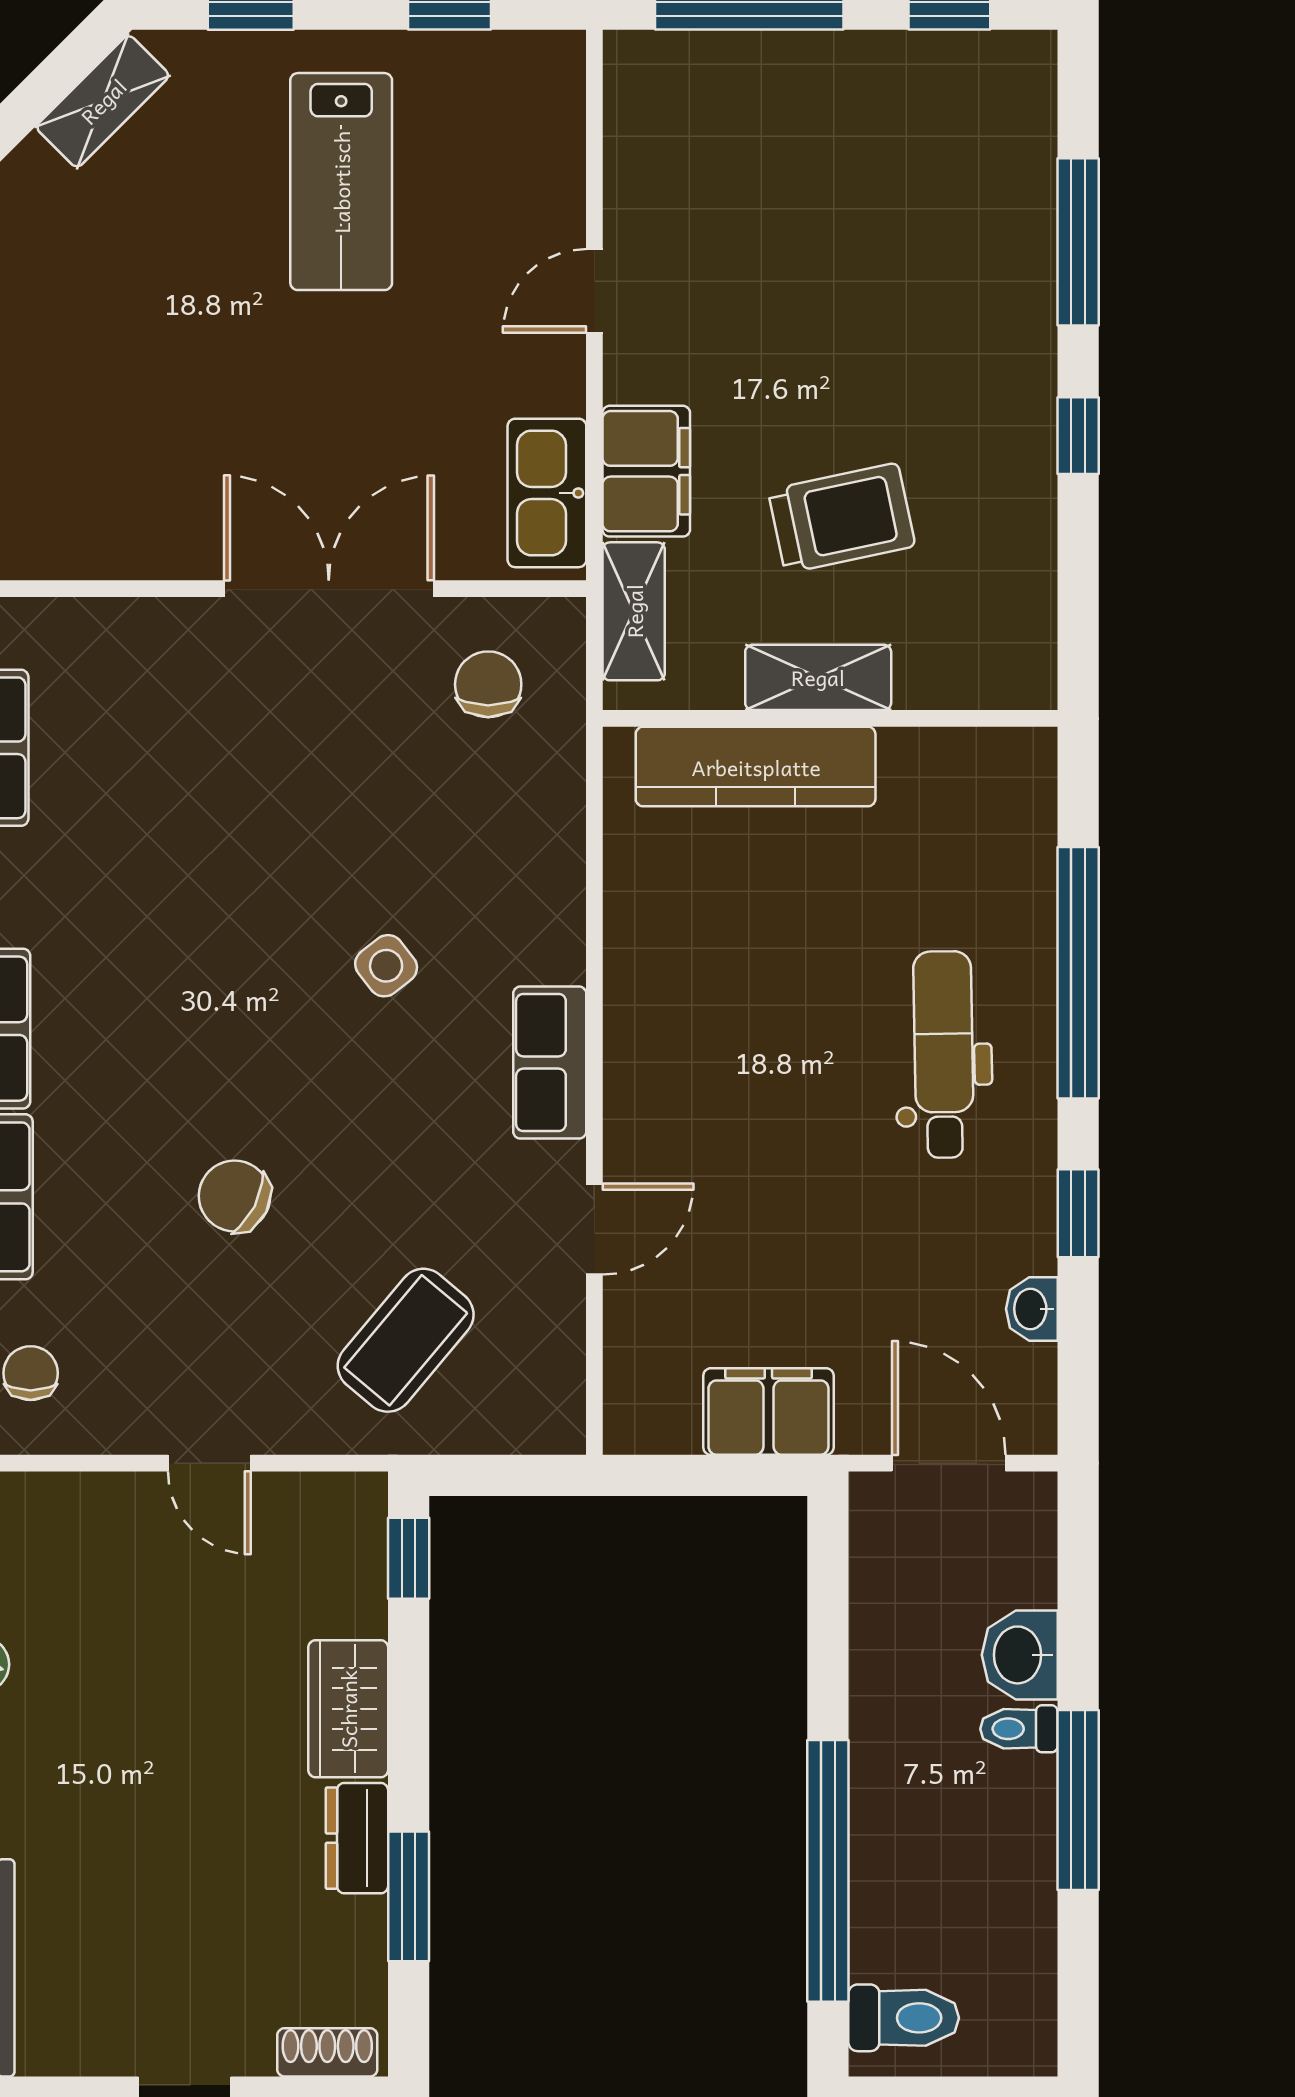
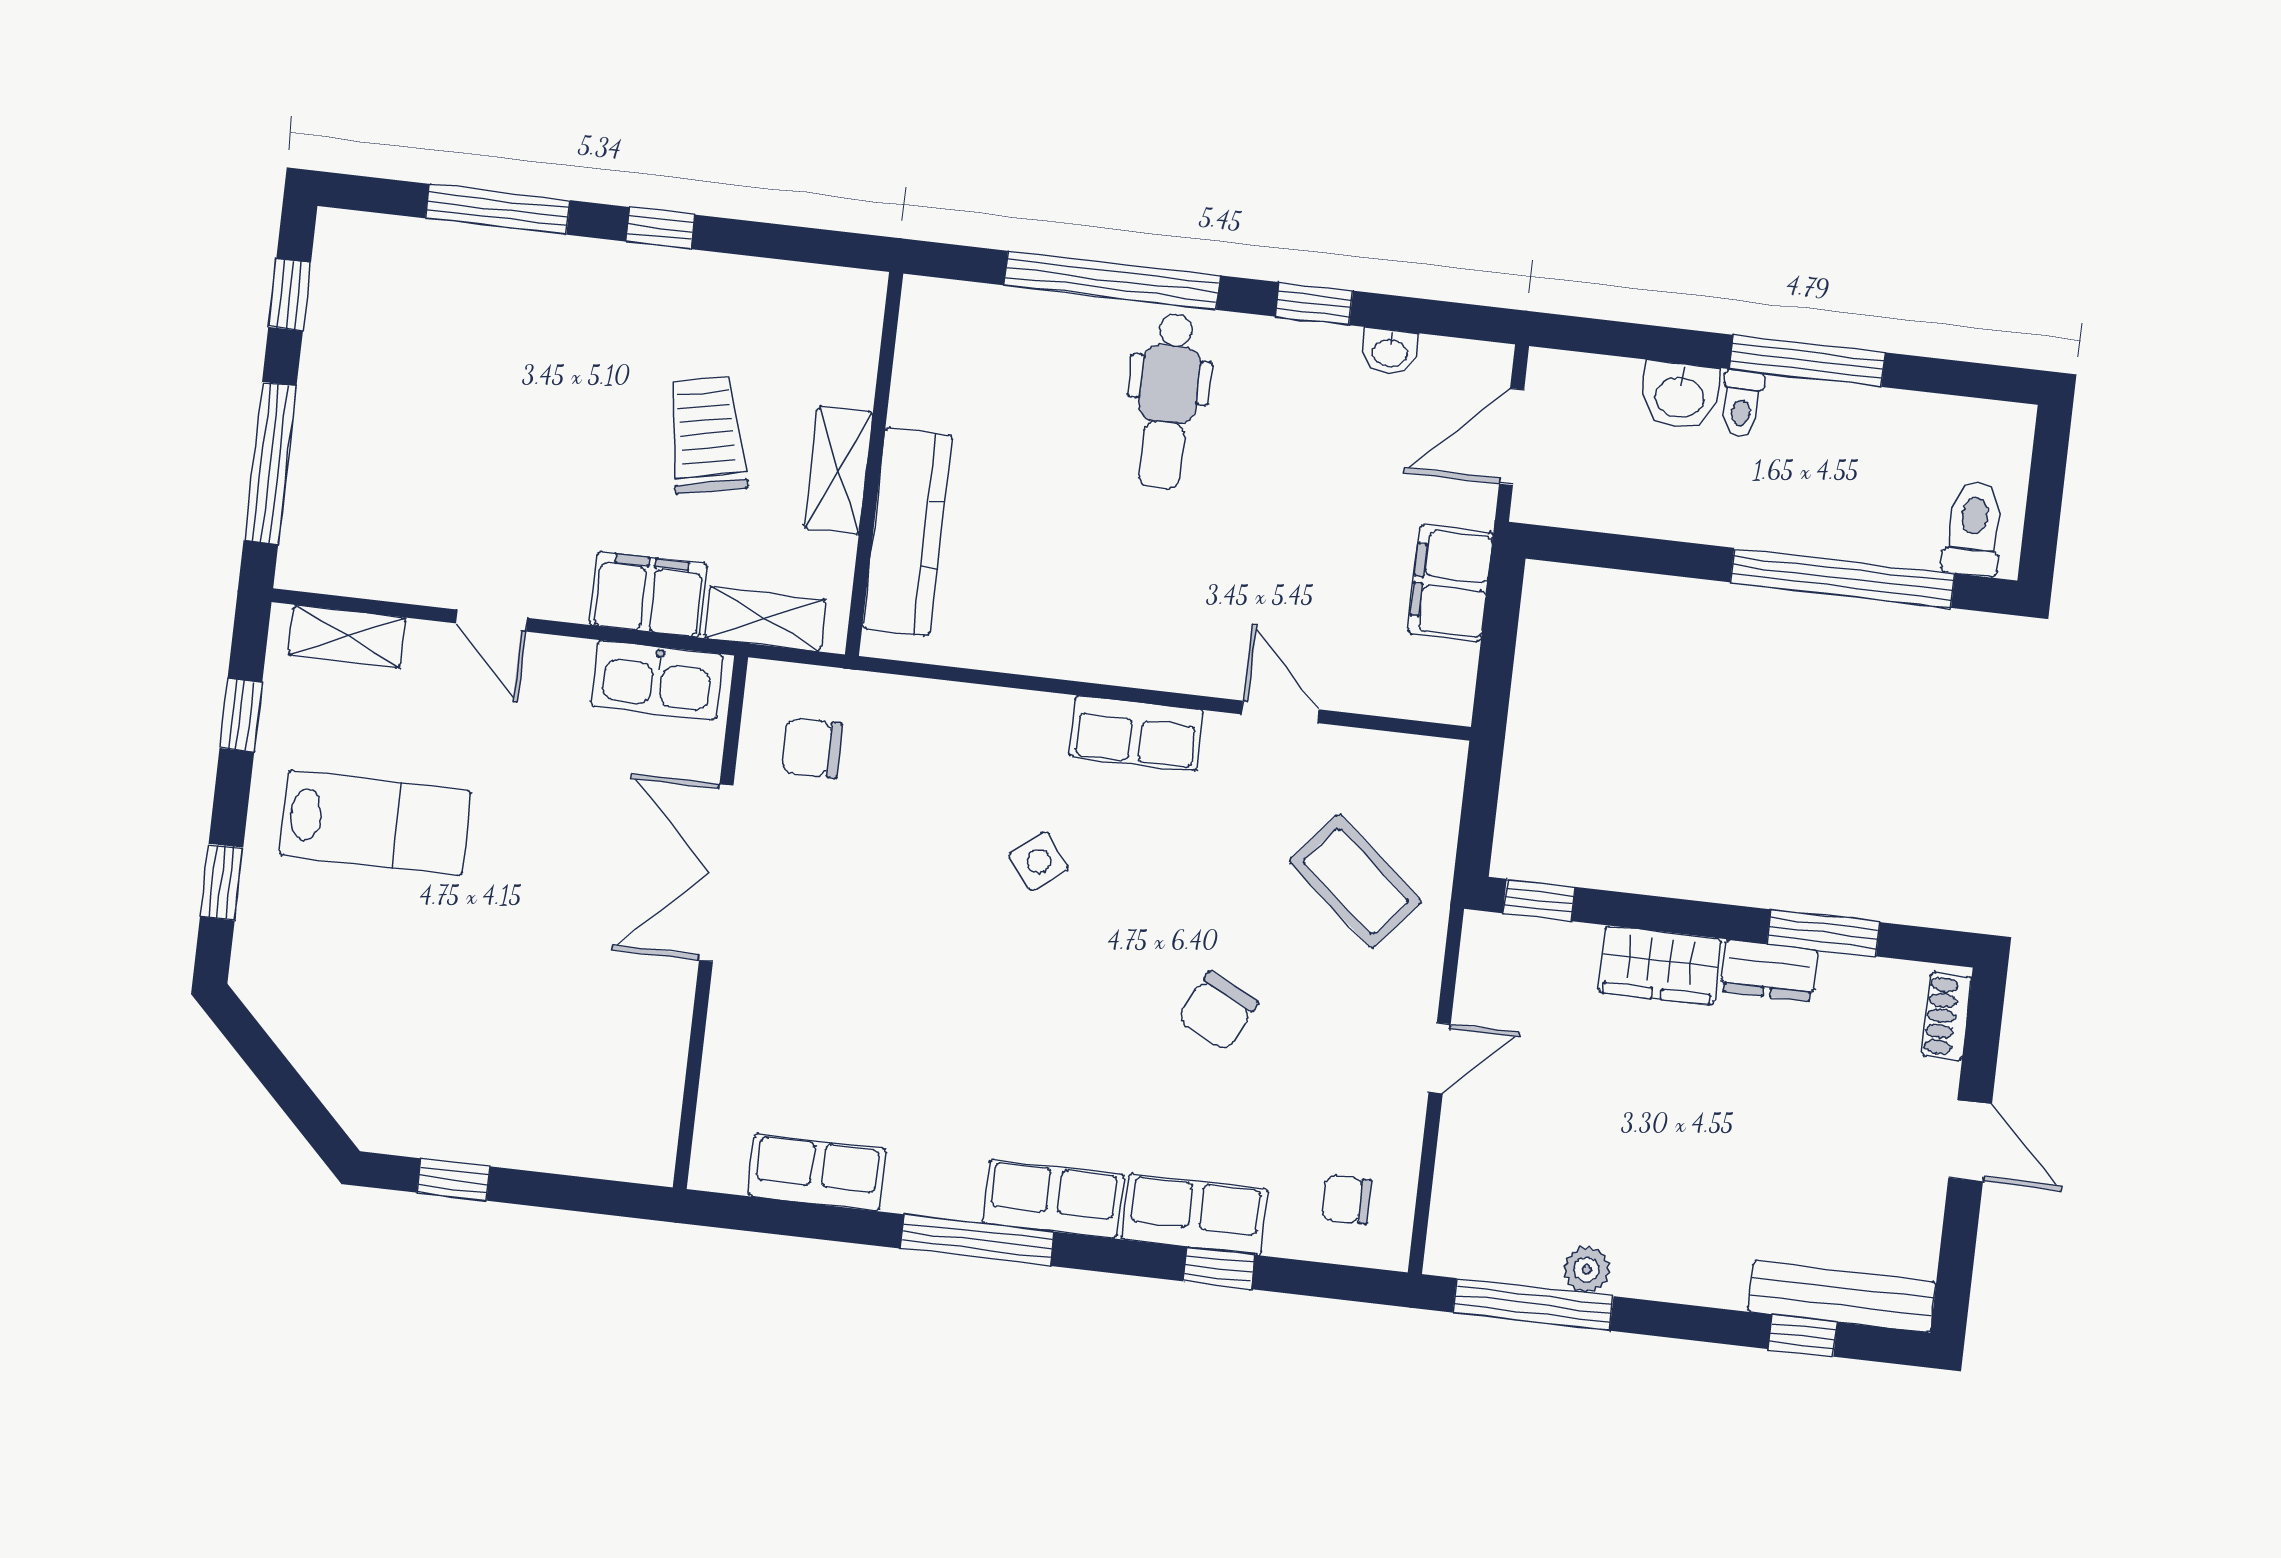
shelving: (103, 101) -> (347, 636), moved, turned -45
dental chair: (944, 1054) -> (1168, 401), turned -89

